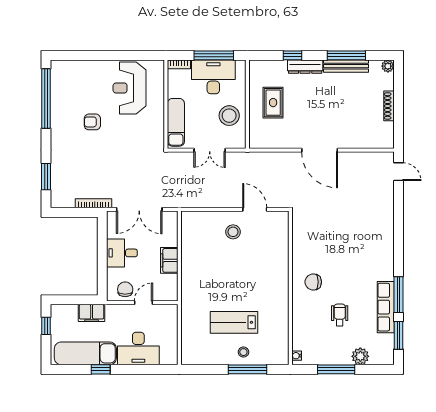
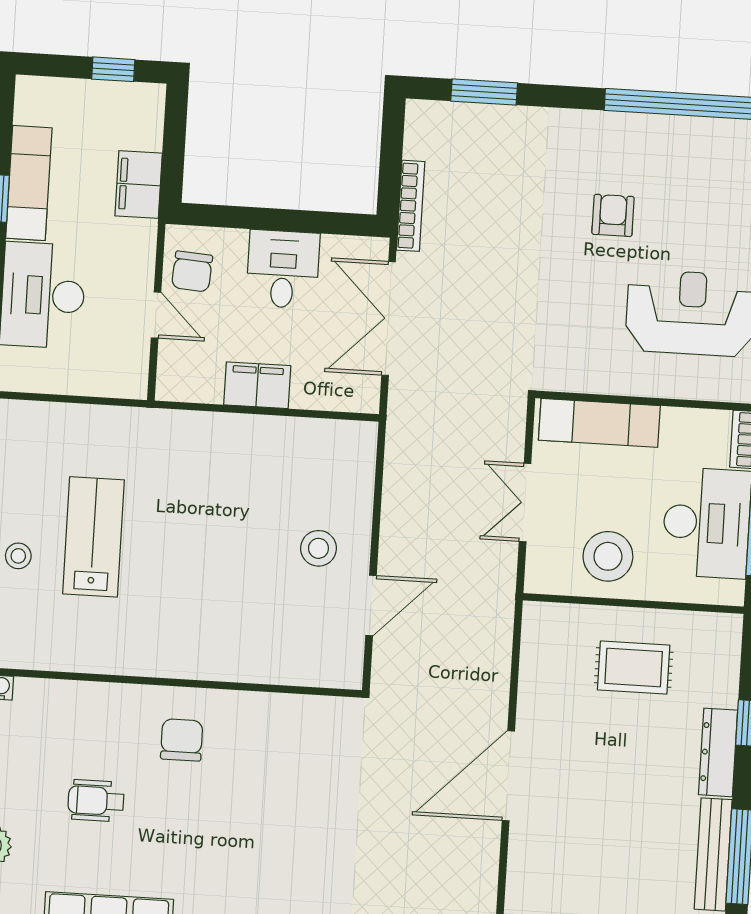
chair: (125, 289) -> (192, 272), turned 94
wheelchair: (340, 315) -> (96, 801), turned 180
exam couch: (85, 353) -> (29, 183), width x0.73, depth x0.69

